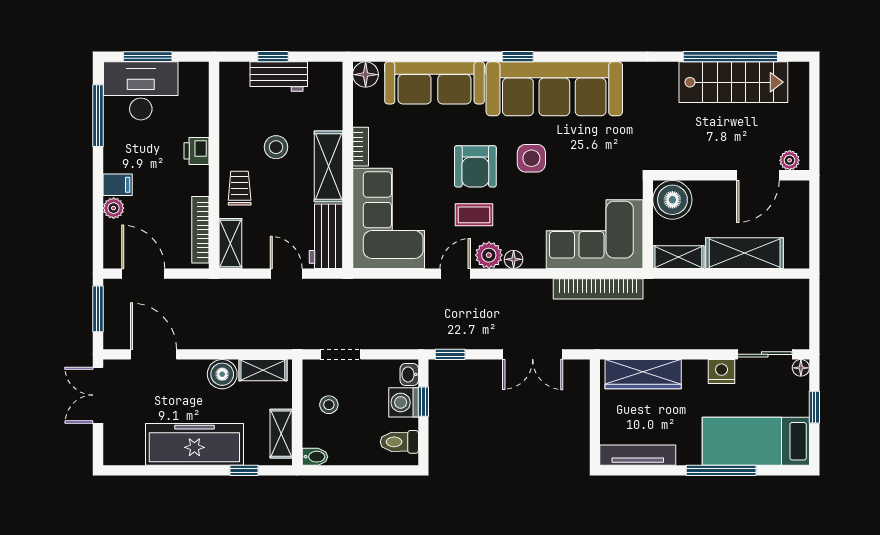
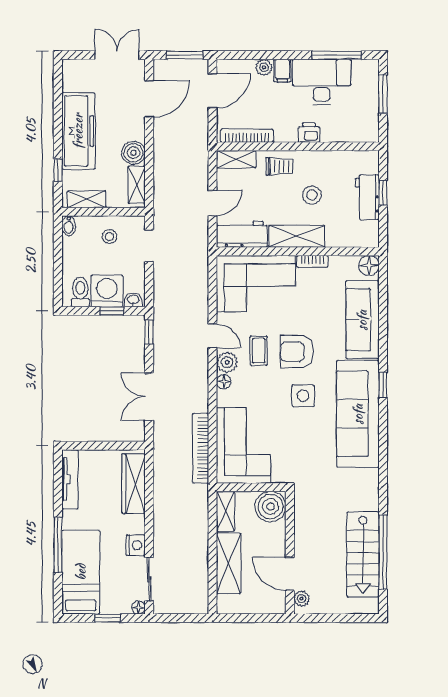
desk: (141, 91) -> (322, 82), moved, turned -90
washing machine: (404, 402) -> (107, 291), width x1.37, depth x1.37

